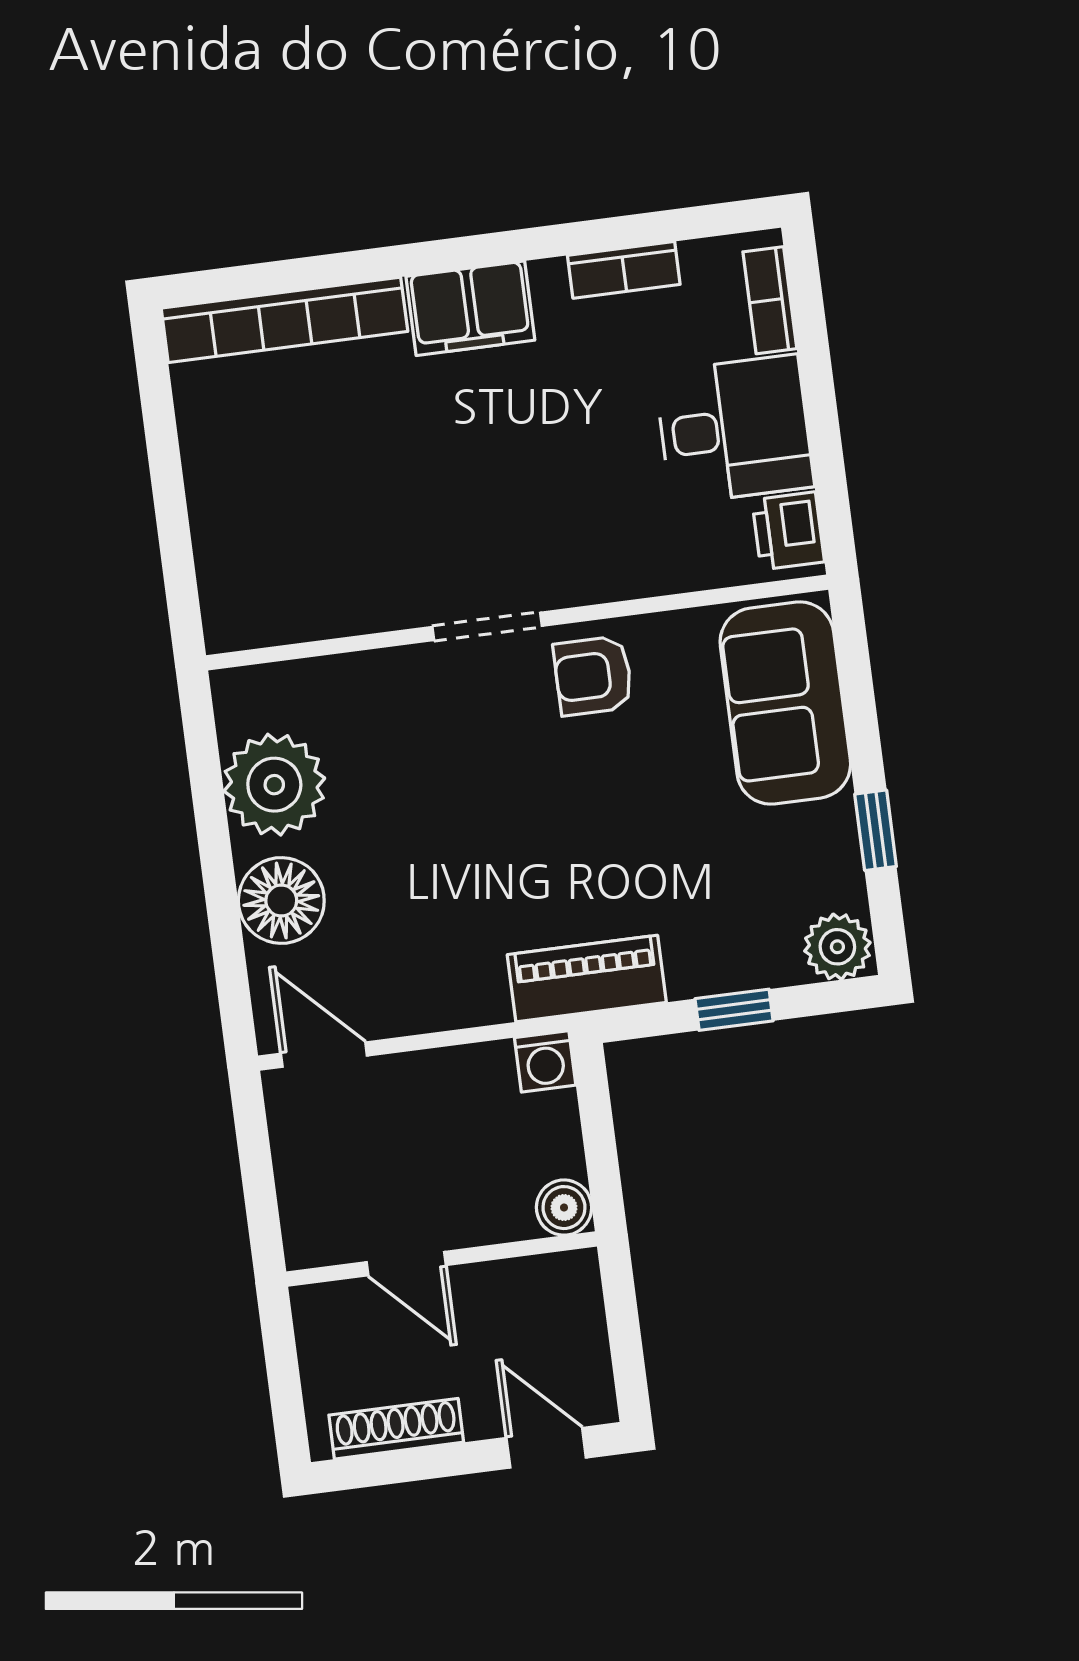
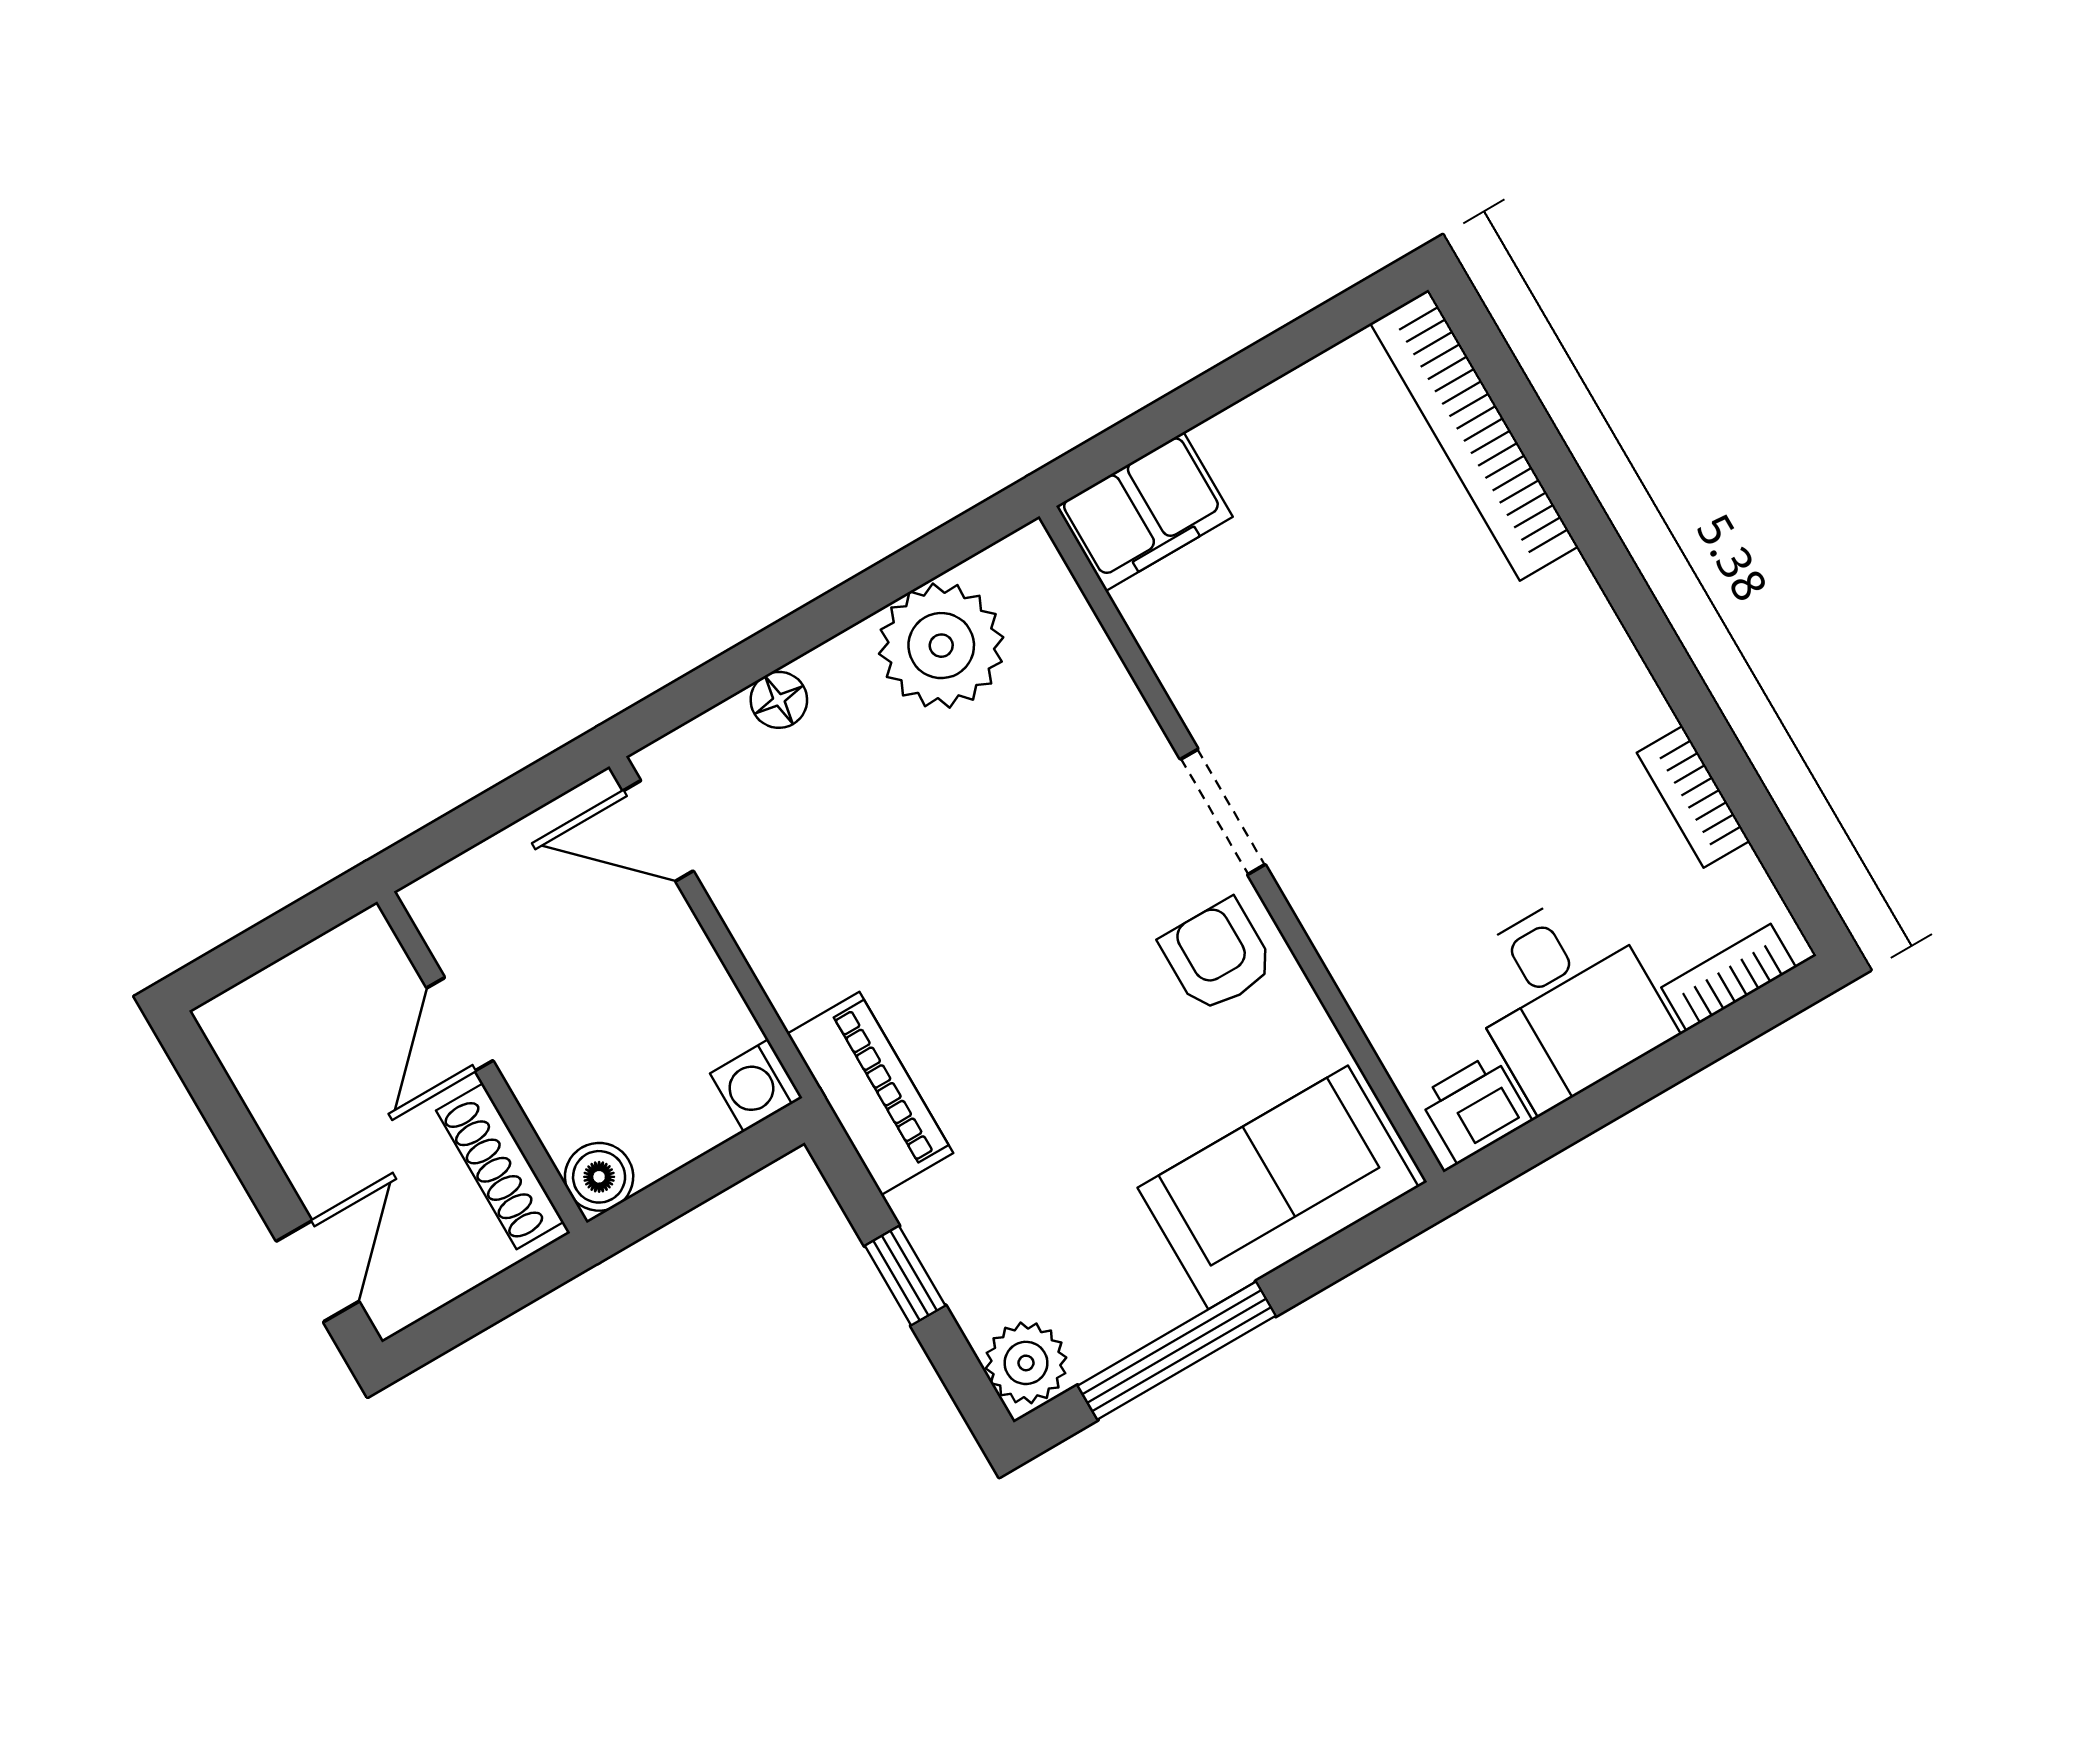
filing cabinet: (470, 308) -> (1144, 512), moved, turned -90
window: (876, 830) -> (1177, 1351), width x2.17
floor lamp: (281, 901) -> (779, 700), width x0.53, depth x0.53
door: (324, 1055) -> (658, 831), swing flipped
shoe rack: (396, 1429) -> (500, 1166), moved, turned 180

